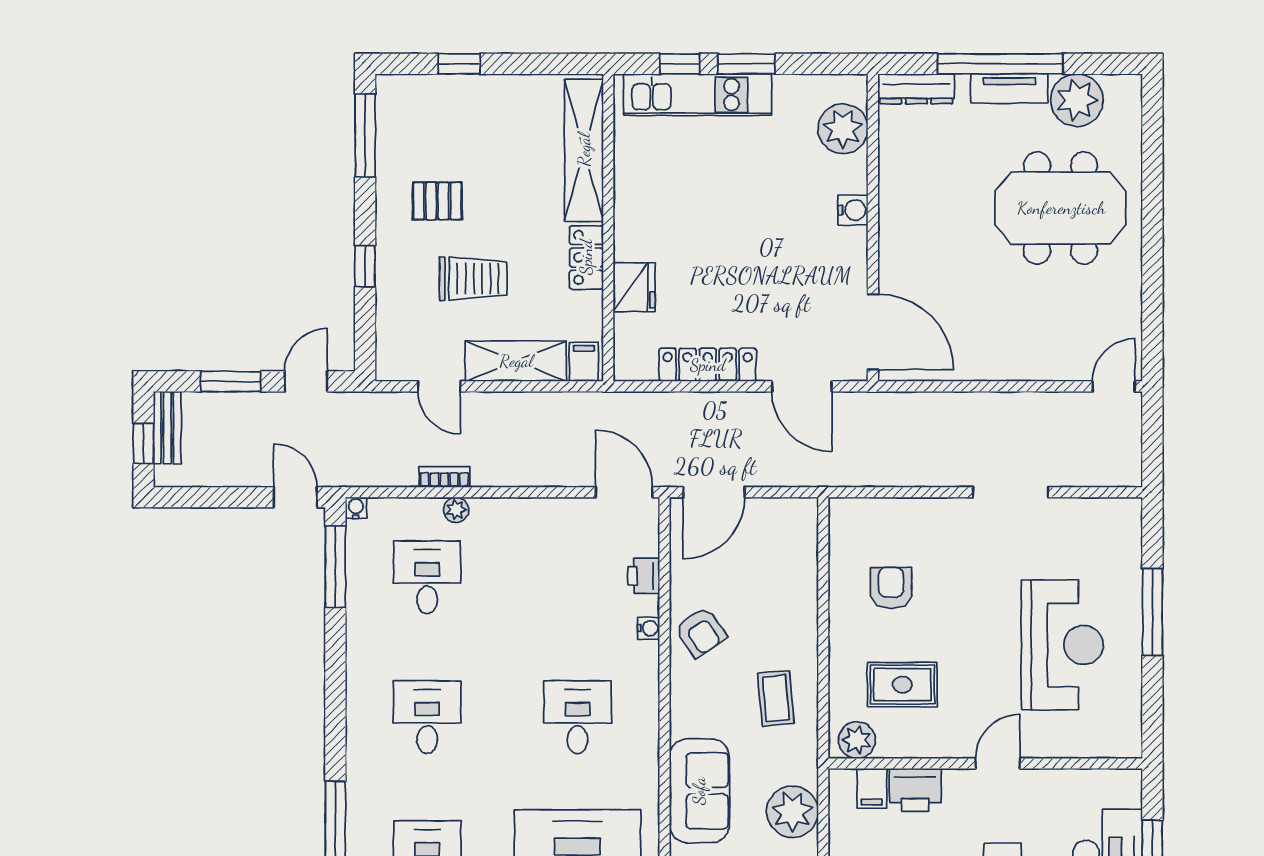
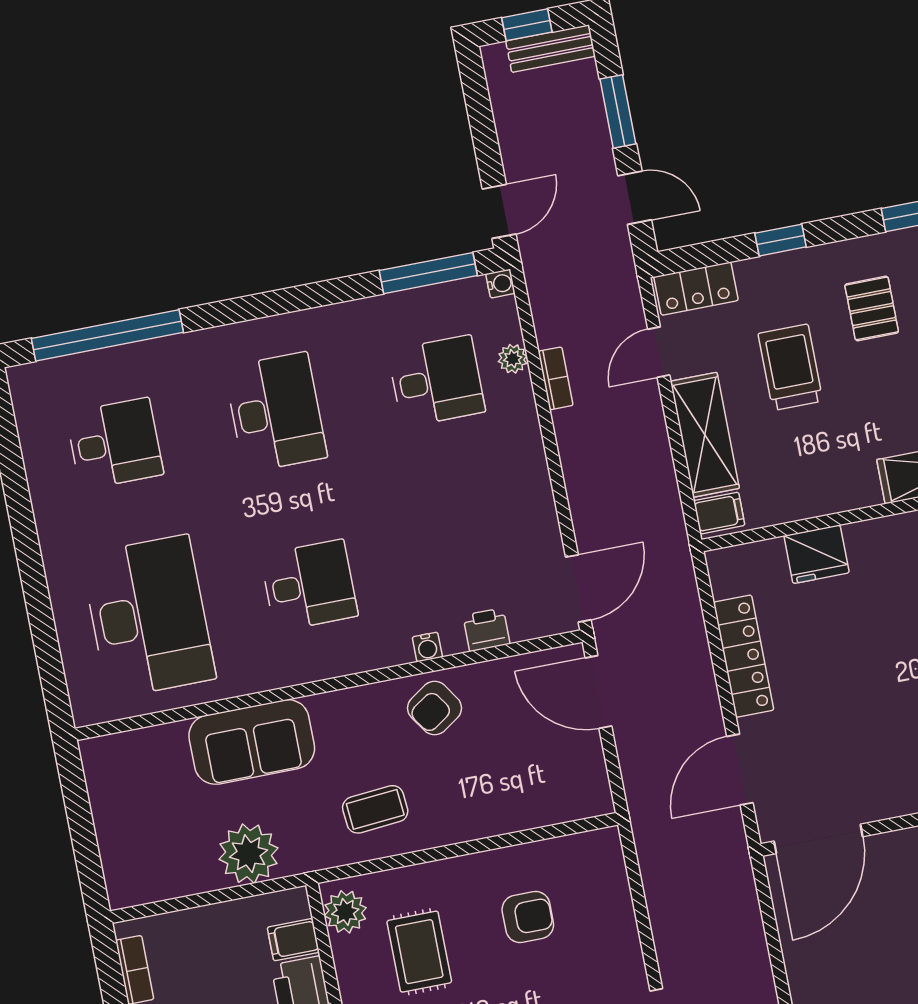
locker: (586, 257) -> (696, 289), moved, turned 180
trolley: (473, 279) -> (790, 367), turned 180
plant: (456, 510) -> (513, 359), moved
desk: (427, 717) -> (276, 412), width x1.37

